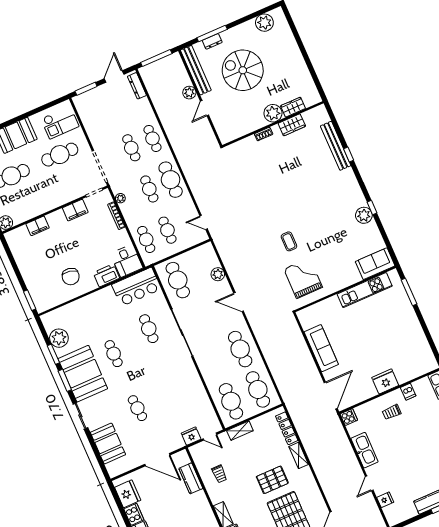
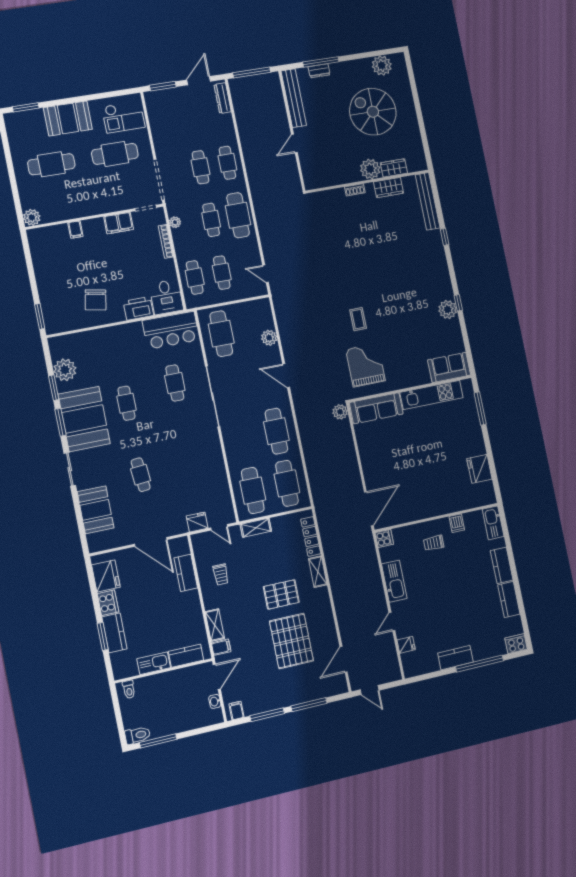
spiral stairs: (243, 70) -> (373, 112), moved
plant: (189, 93) -> (340, 412), moved
bench: (336, 146) -> (428, 201), moved
filing cabinet: (38, 226) -> (75, 230), width x0.50
sofa: (321, 348) -> (376, 408), moved, turned 90
fridge: (385, 381) -> (479, 469), moved, turned -90

